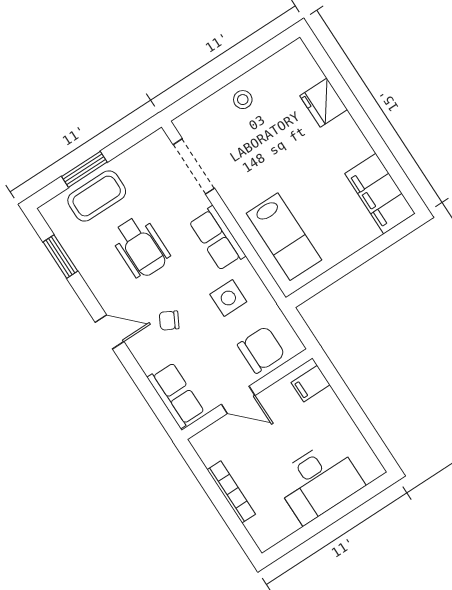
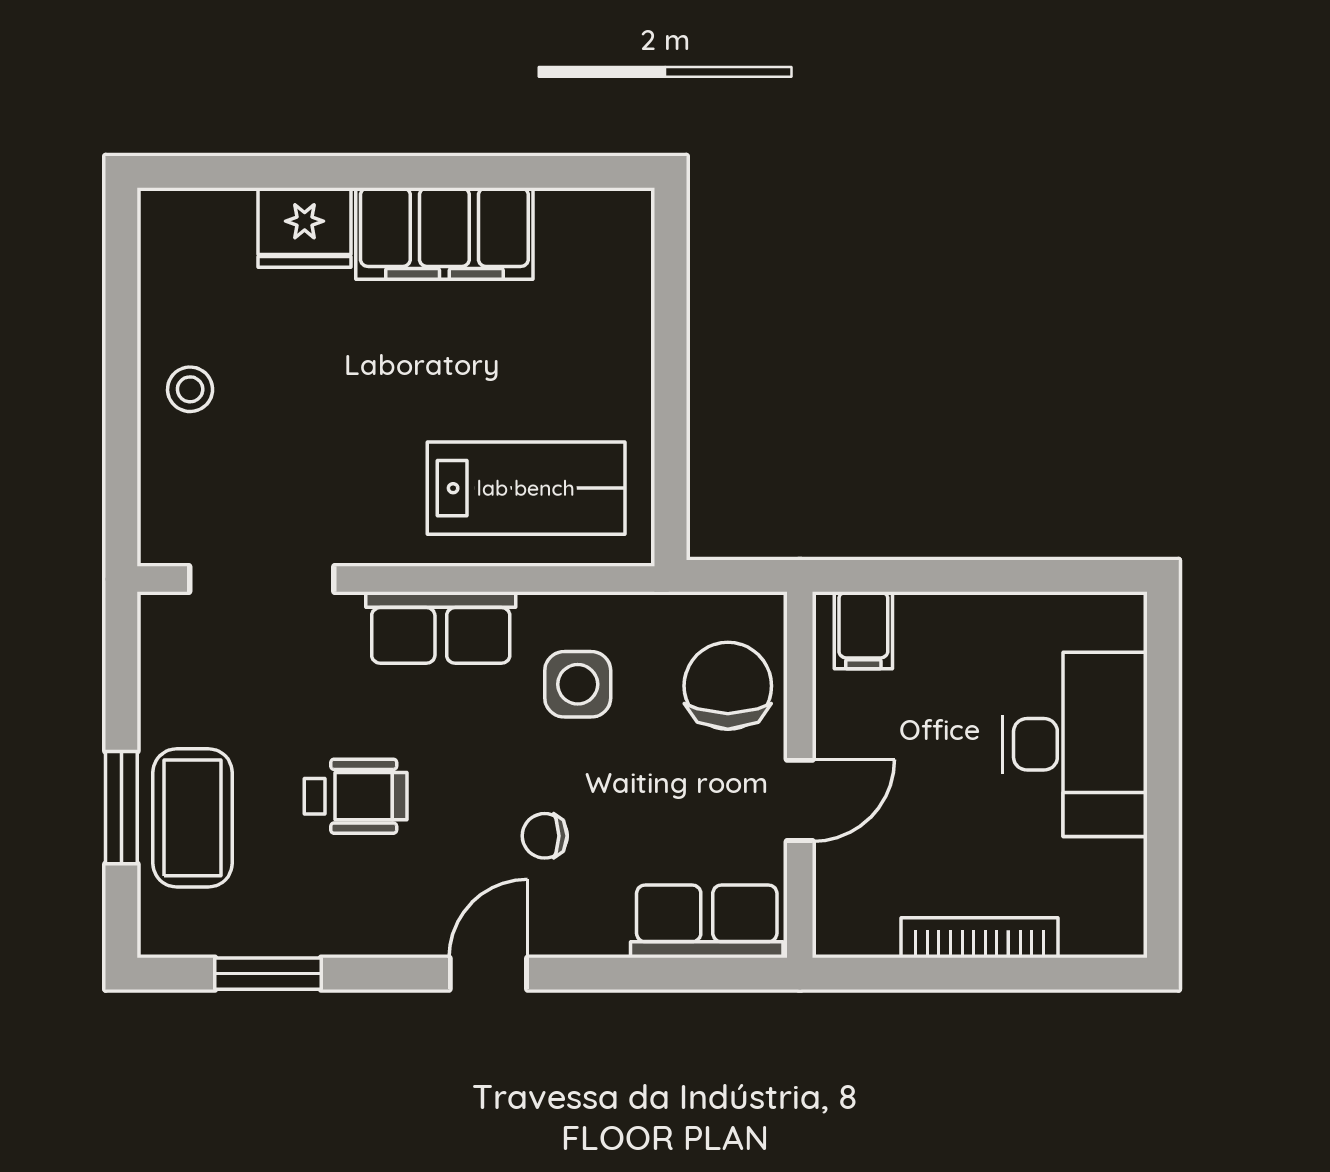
filing cabinet: (380, 194) -> (444, 234), moved
wheelchair: (140, 247) -> (356, 796), width x0.73, depth x0.73
chair: (169, 320) -> (545, 836), turned 62

